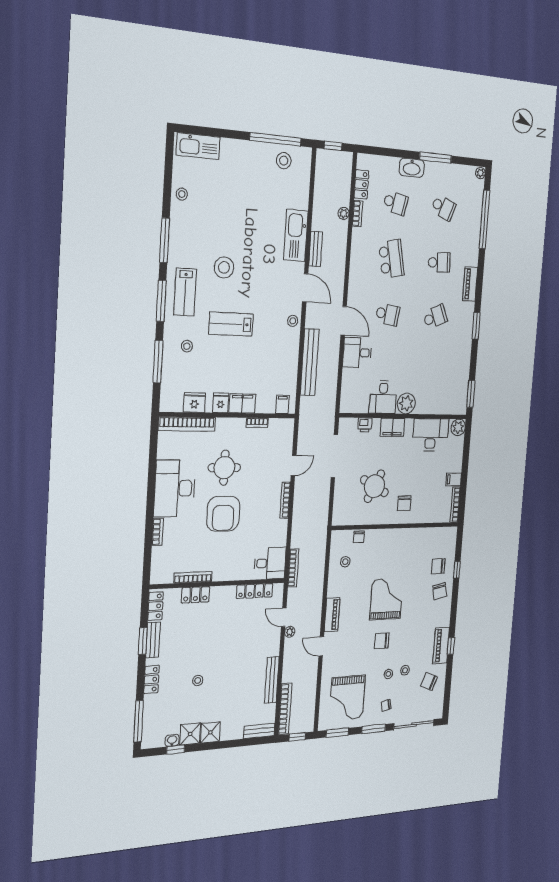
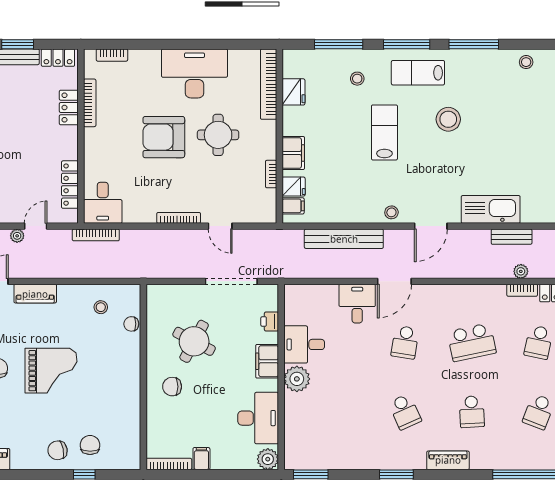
bench: (316, 249) -> (512, 237), moved
fridge: (221, 403) -> (294, 187), moved
bookcase: (158, 532) -> (112, 55), moved

